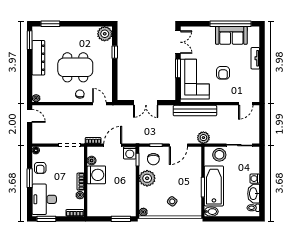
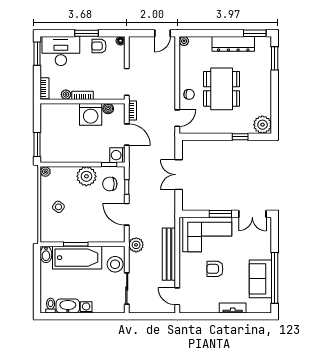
bench: (195, 111) -> (169, 254), moved

